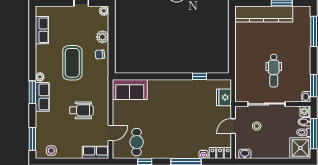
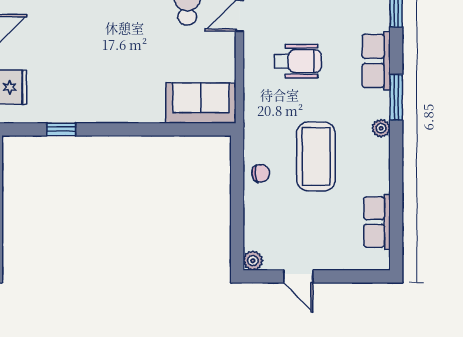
plant: (102, 37) -> (256, 209), removed
row of seats: (42, 97) -> (376, 61), moved
wheelchair: (81, 110) -> (298, 61), turned 180

